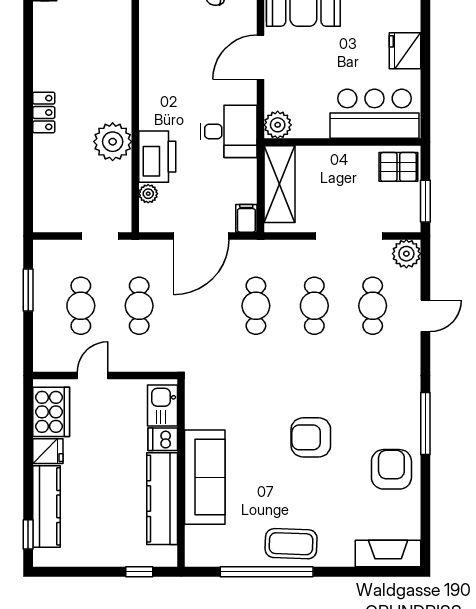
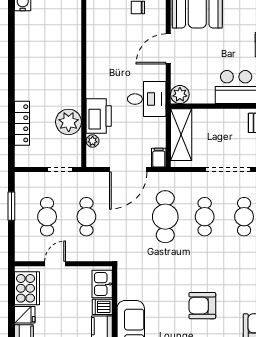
locker: (44, 113) -> (22, 123), moved, width x1.53
plant: (113, 142) -> (69, 122), moved
cafe table: (256, 306) -> (165, 217), width x1.37, depth x1.35

